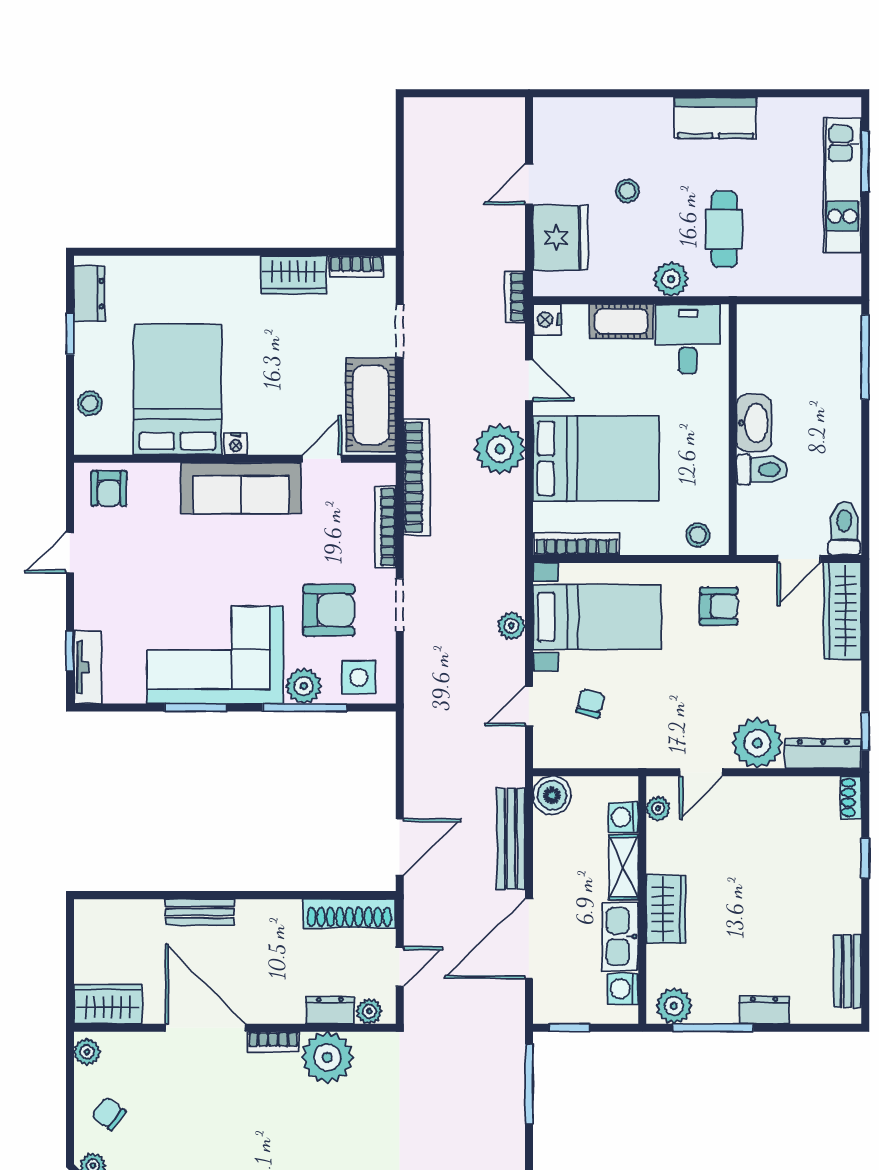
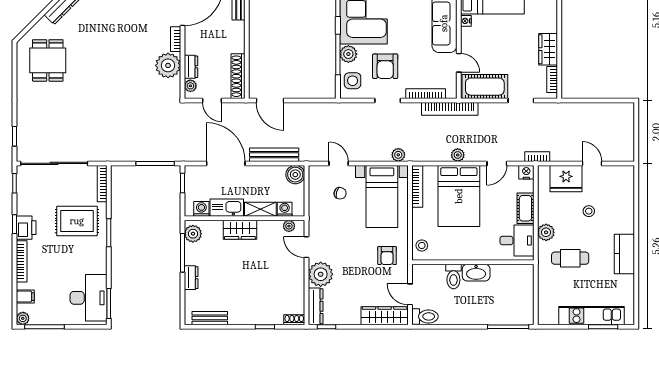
plant: (500, 449) -> (458, 155), width x0.53, depth x0.53
plant: (511, 626) -> (398, 155), moved

